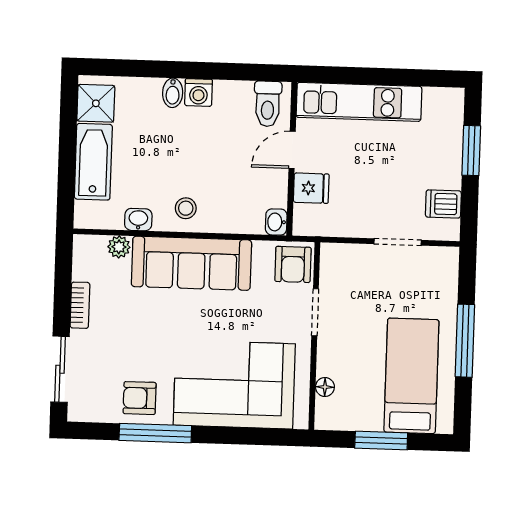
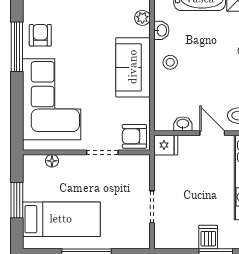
fridge: (311, 188) -> (166, 145), moved, turned -90
dishwasher: (443, 204) -> (208, 237), moved
washbasin: (276, 222) -> (183, 124), moved
sofa: (191, 263) -> (133, 67), width x0.73

